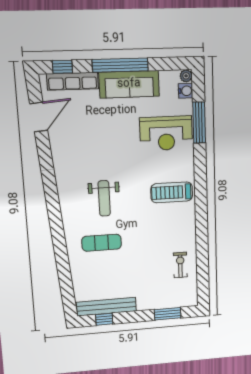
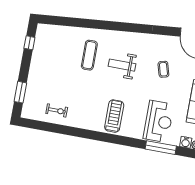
reception desk: (166, 133) -> (159, 121), turned 180
coffee table: (97, 143) -> (163, 69), added
bench: (106, 307) -> (39, 47), removed

